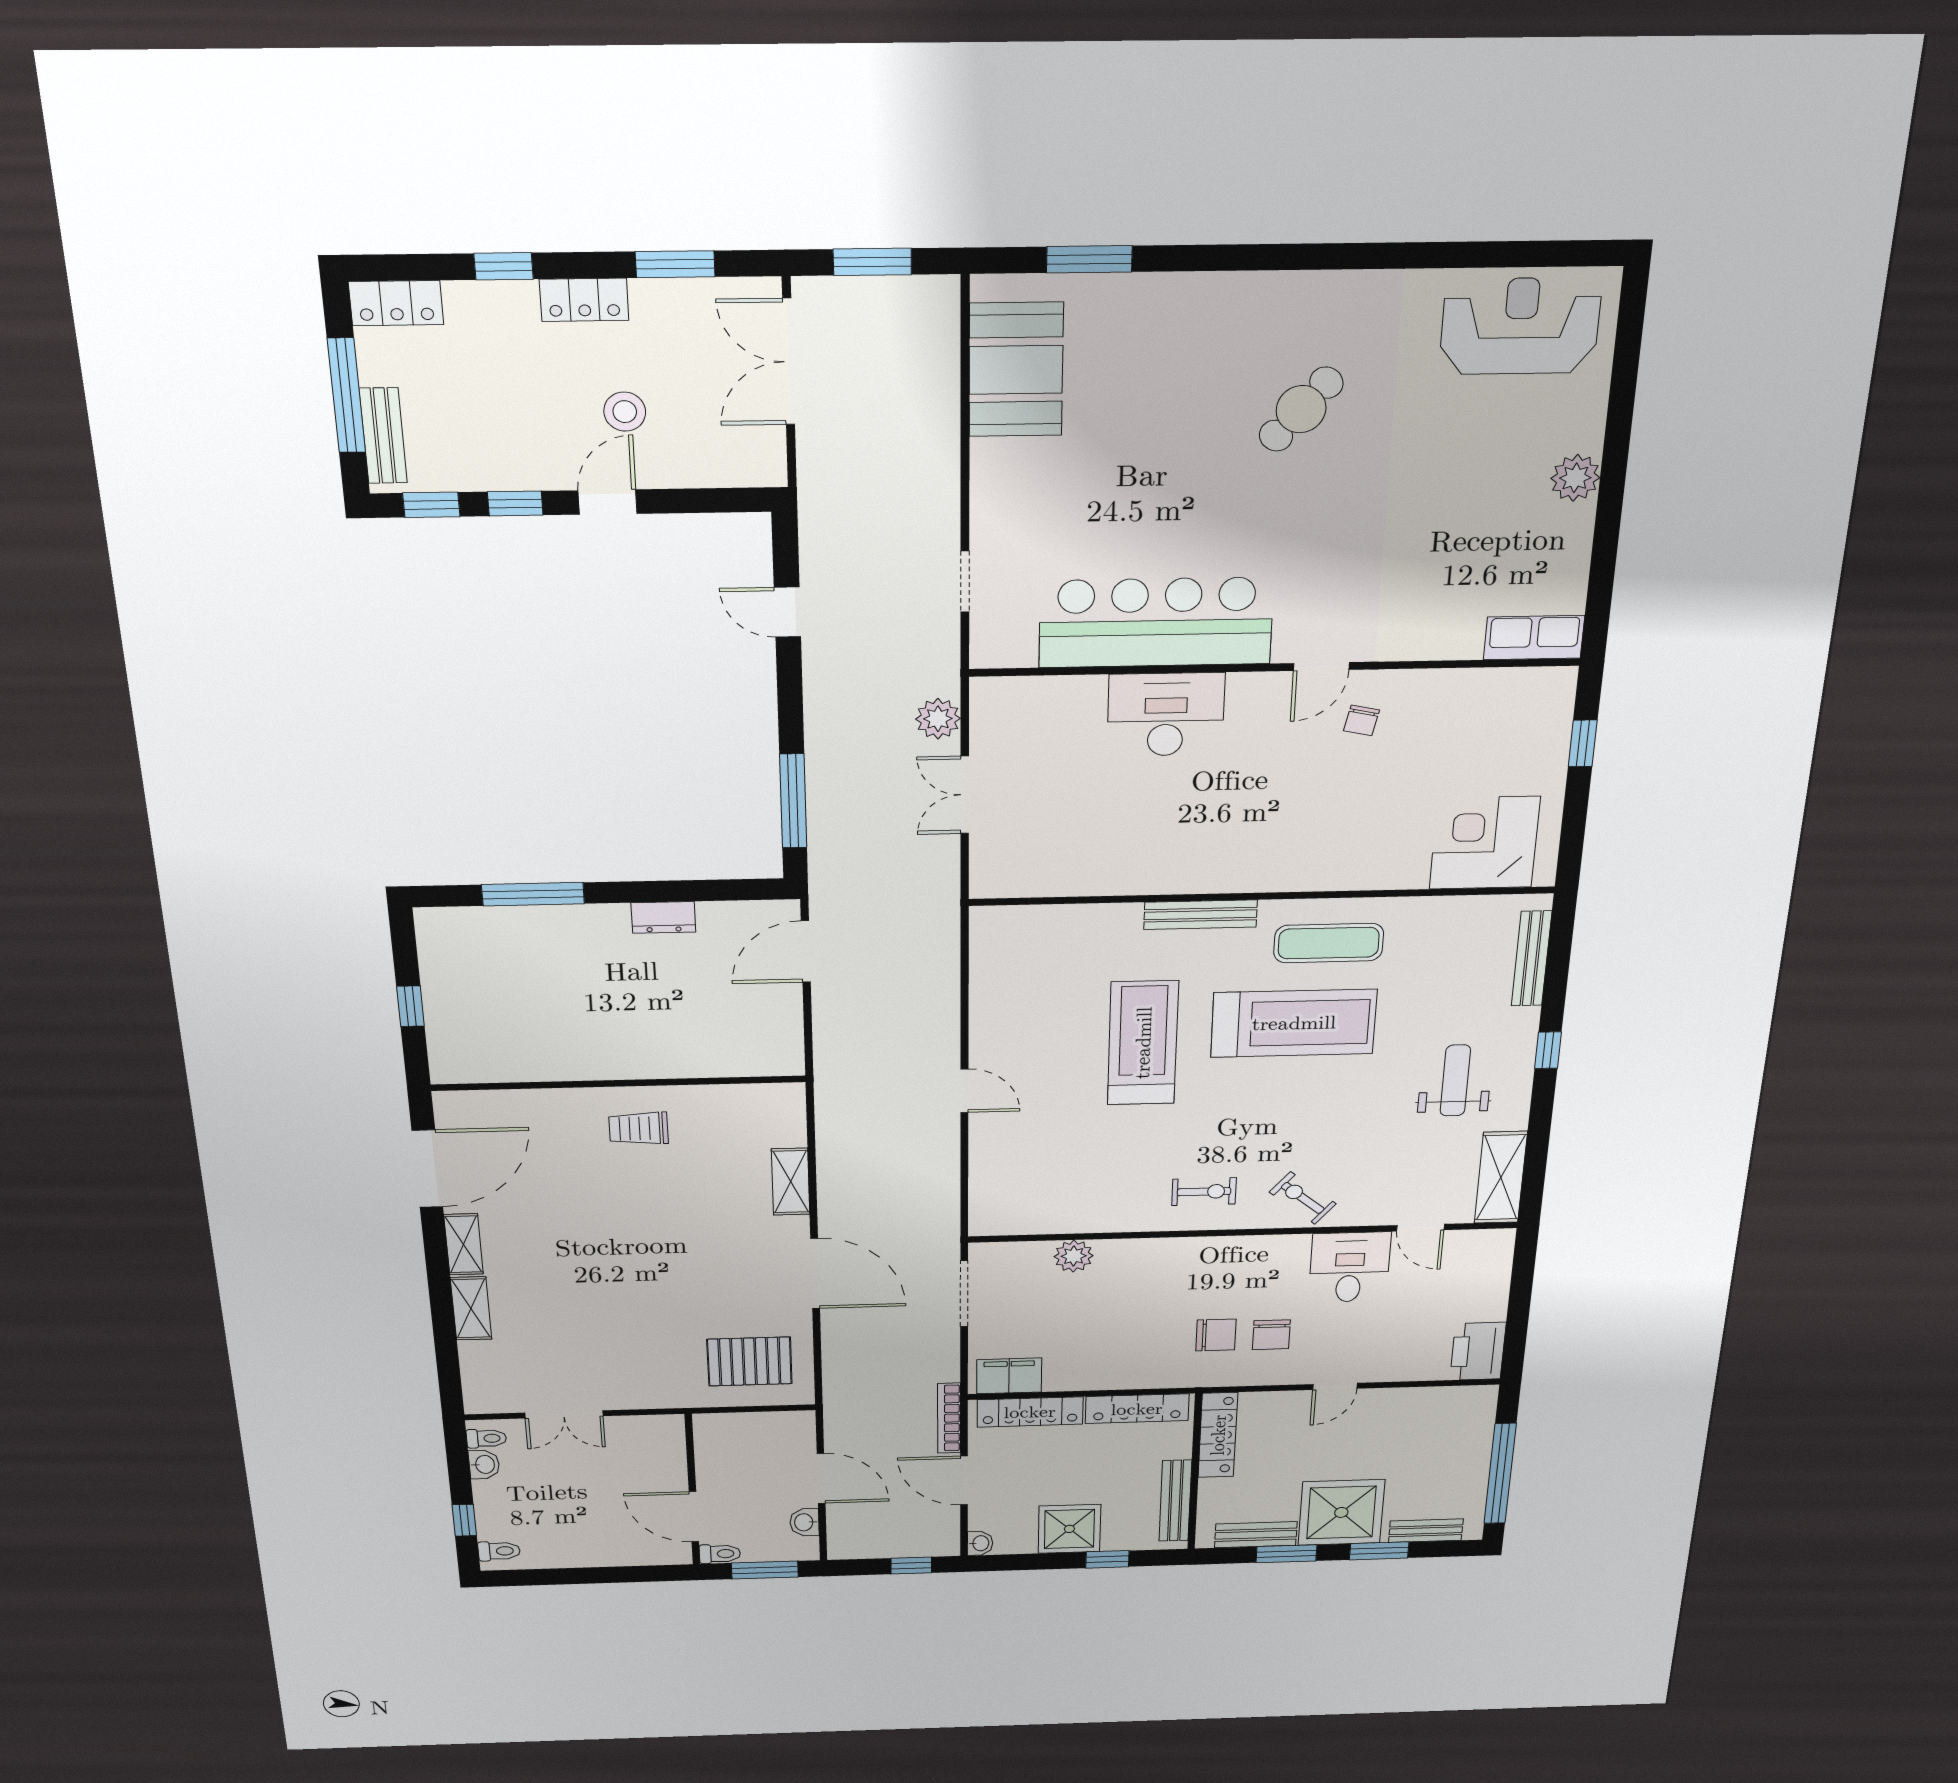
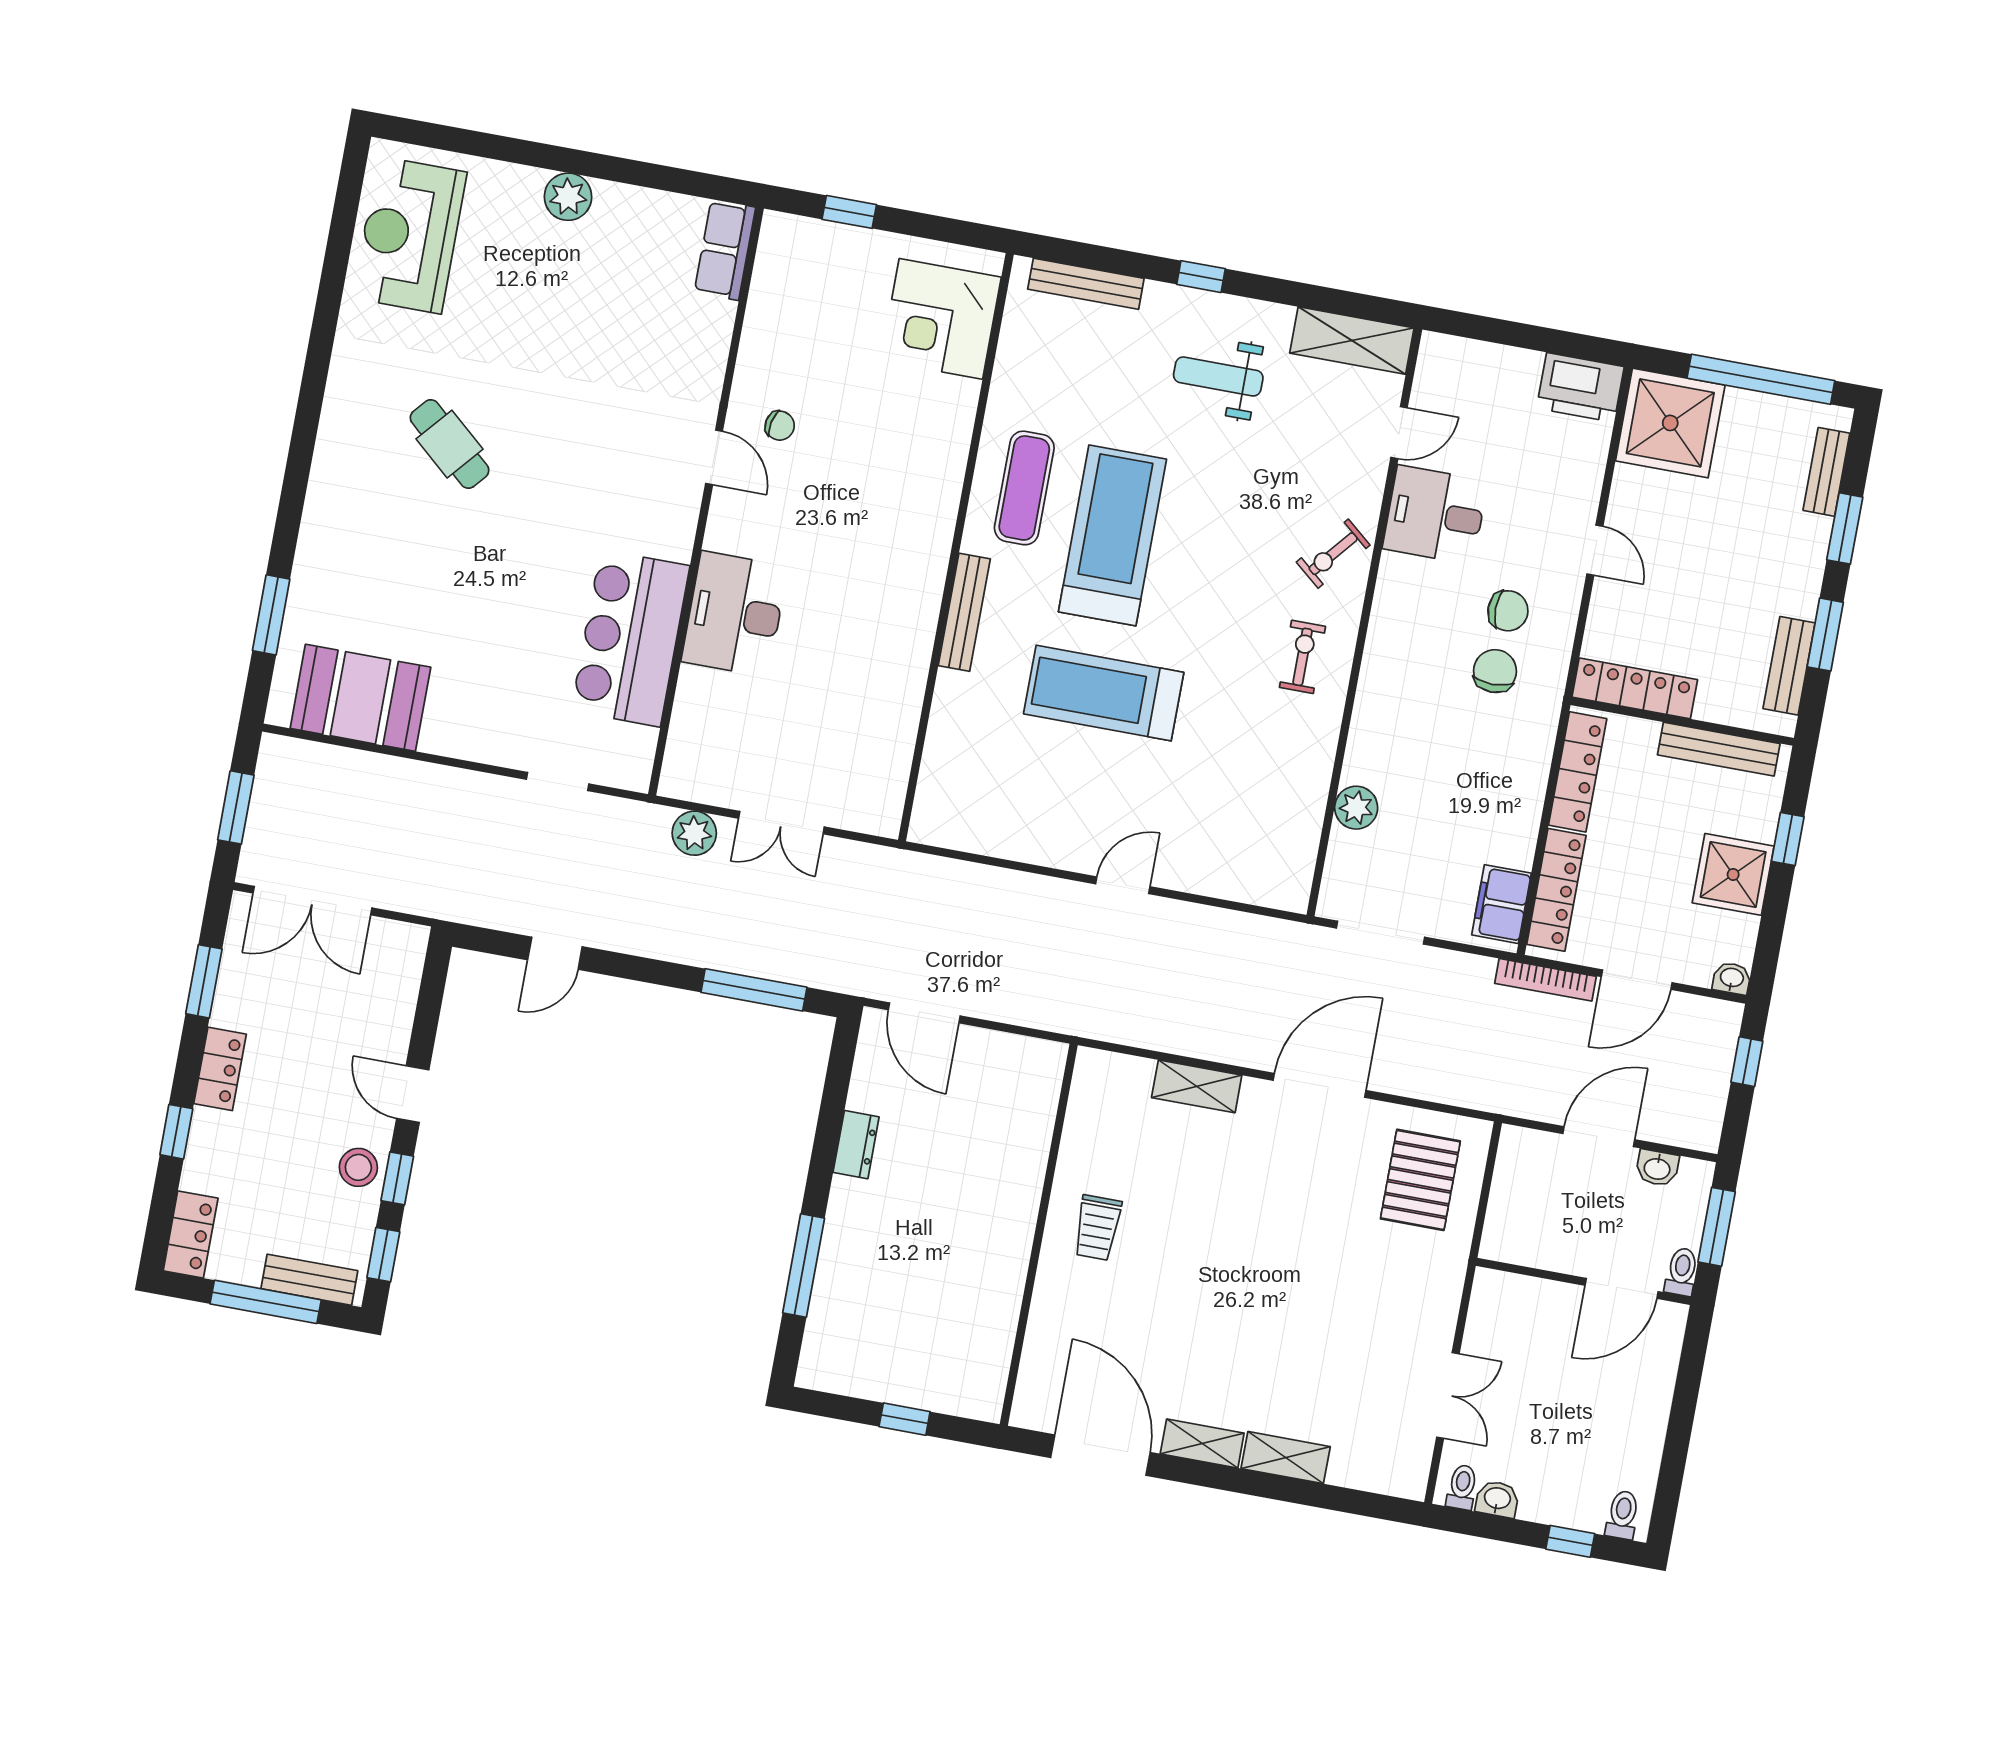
stool: (625, 412) -> (358, 1167), moved
bar counter: (1156, 622) -> (630, 638), width x0.73
shower: (1341, 1512) -> (1670, 423), moved

